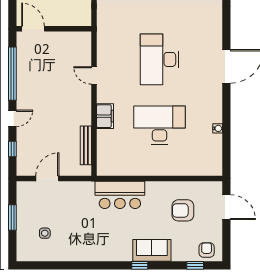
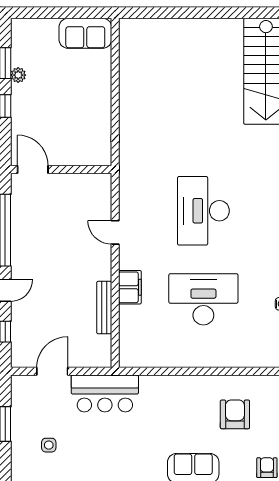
bench: (86, 145) -> (104, 308), moved
bar counter: (120, 195) -> (105, 393), moved
armchair: (183, 210) -> (235, 414), turned 90

